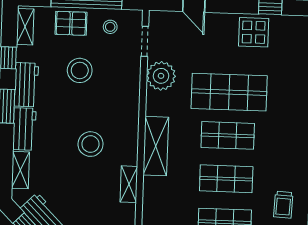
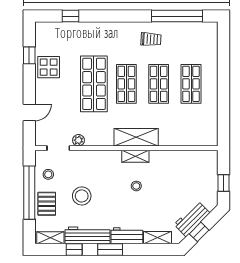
plant: (161, 76) -> (78, 140), width x0.53, depth x0.53
workbench: (26, 85) -> (87, 235), width x1.38
stool: (91, 144) -> (136, 186), width x0.53, depth x0.53
shelving: (129, 184) -> (135, 156), moved
trolley: (283, 205) -> (151, 39), moved

